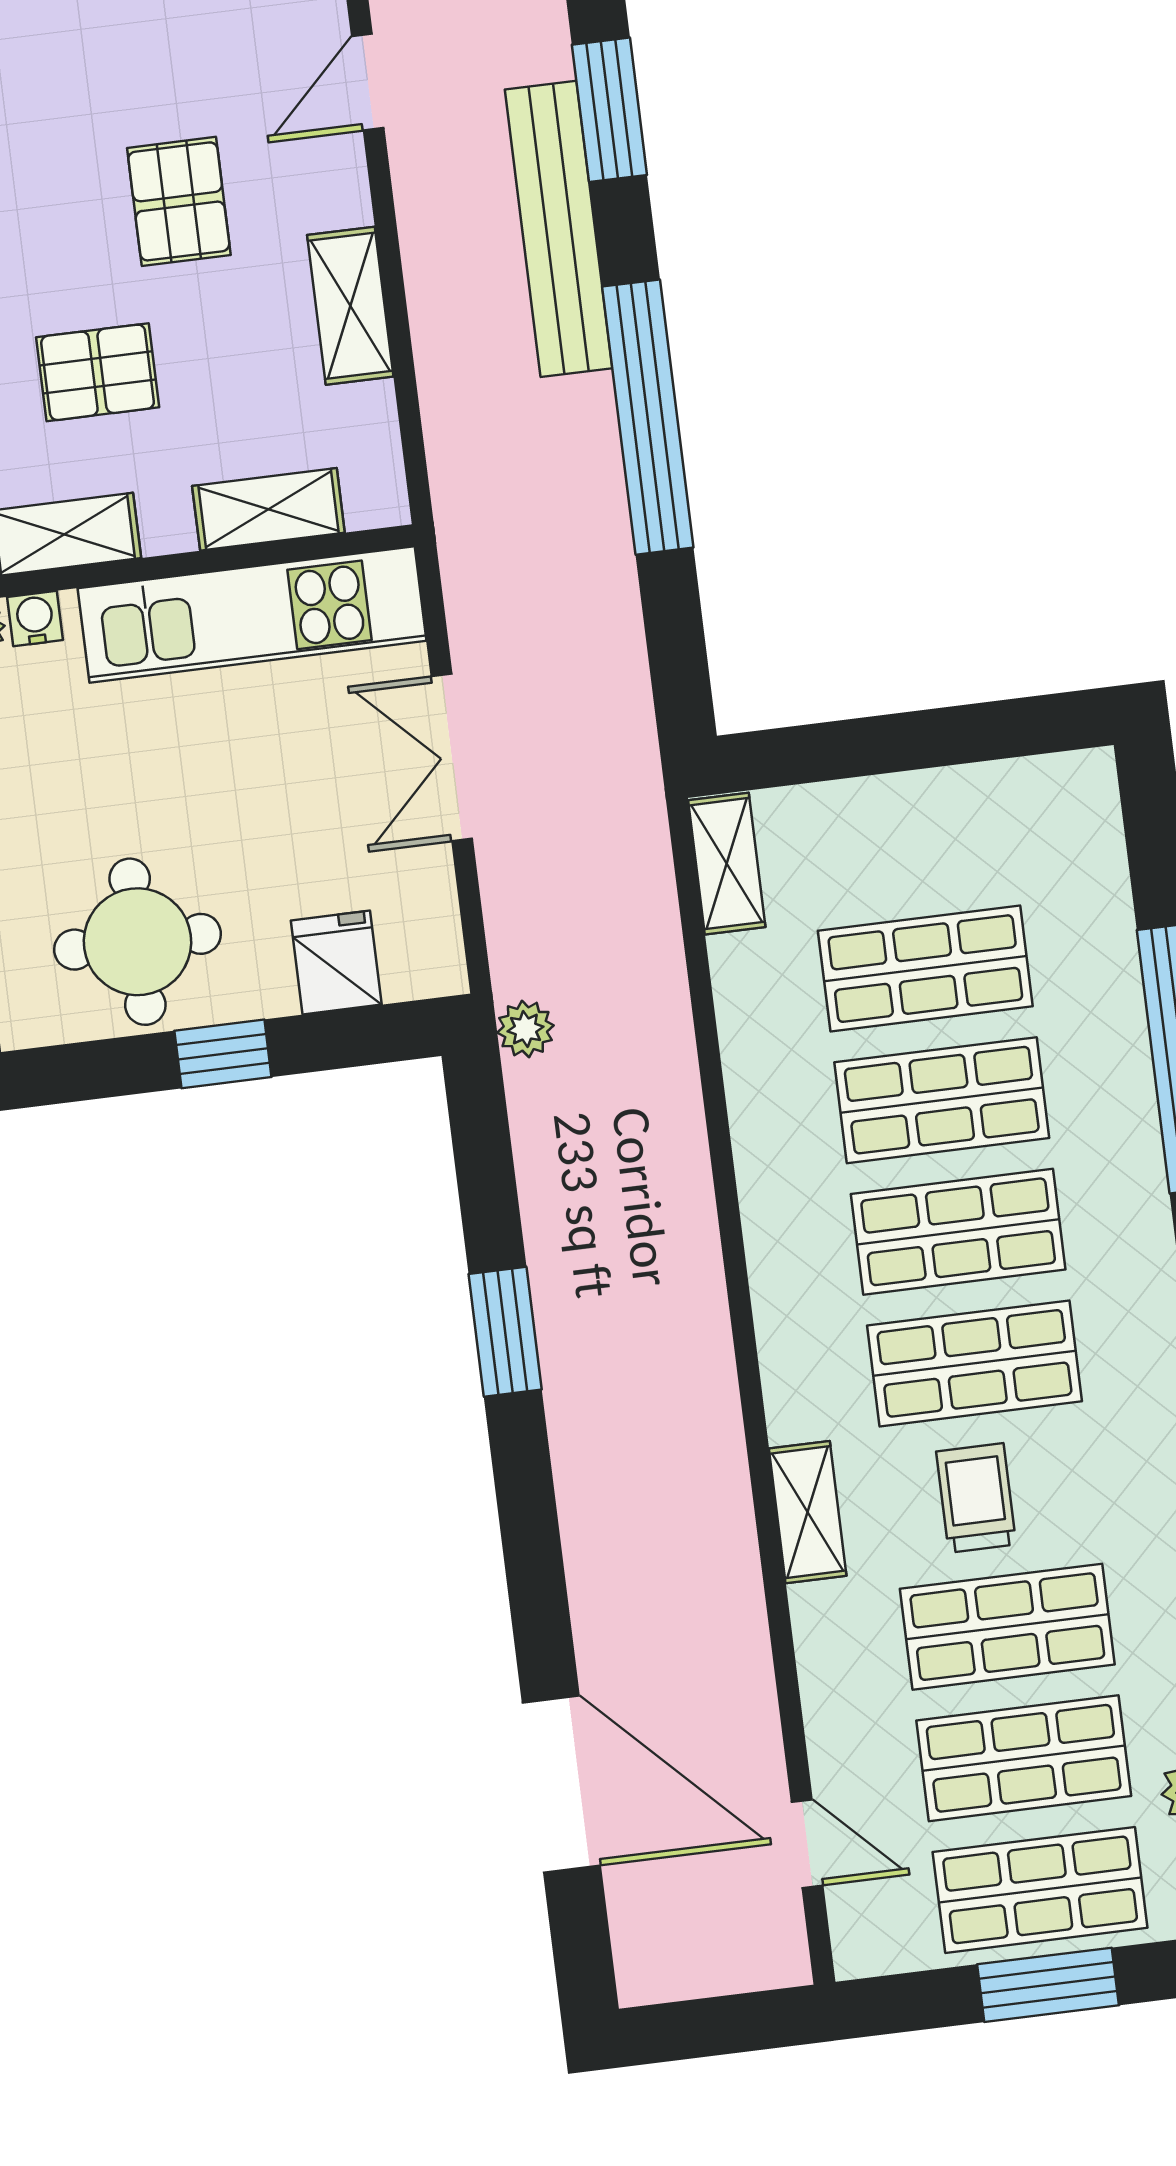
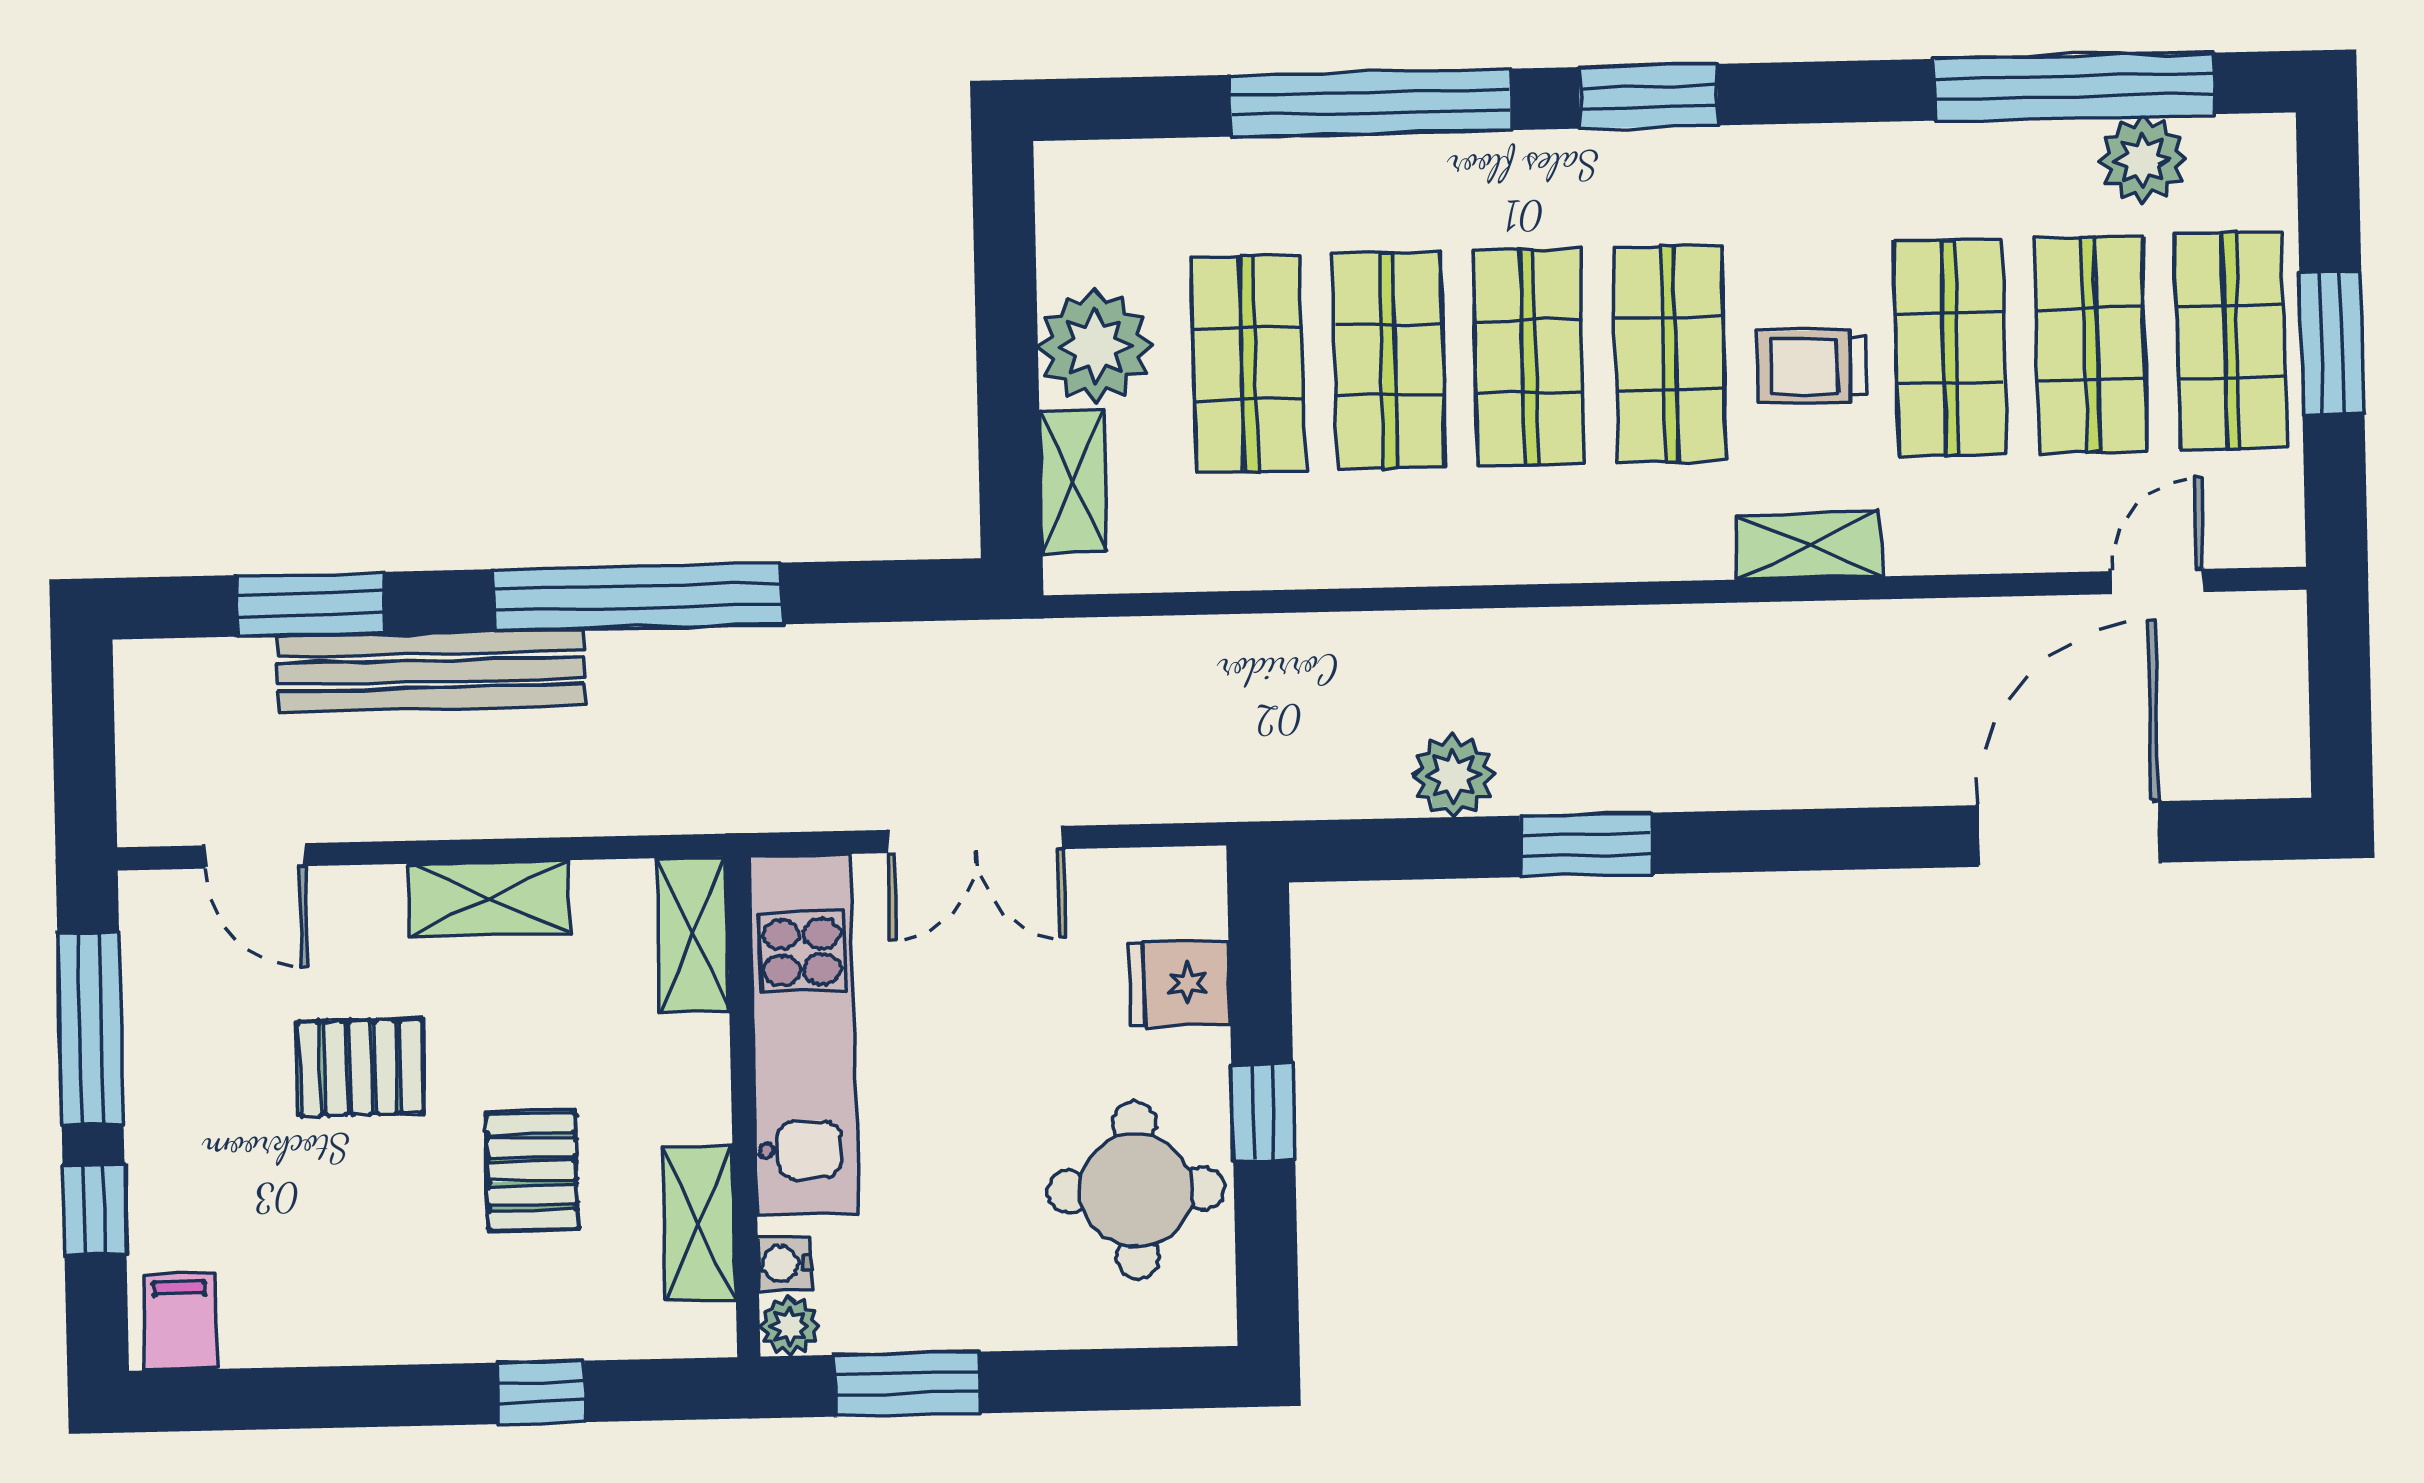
shelving: (268, 509) -> (693, 934), moved
plant: (927, 823) -> (1095, 346), added
shelving: (727, 864) -> (1073, 482), moved, turned 90
plant: (525, 1029) -> (1453, 775), moved, width x1.38, depth x1.38

